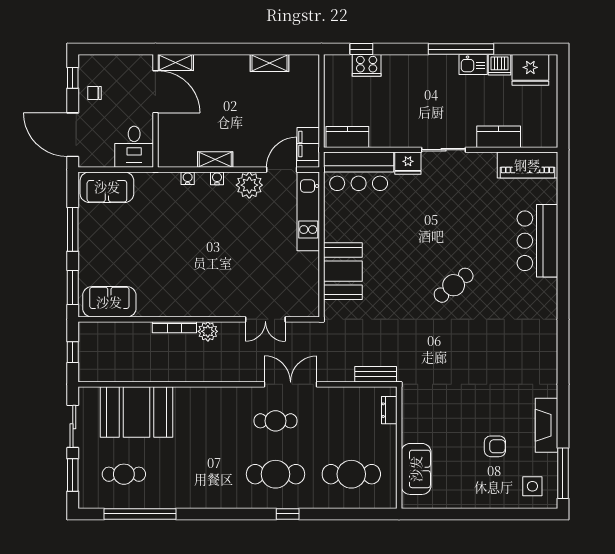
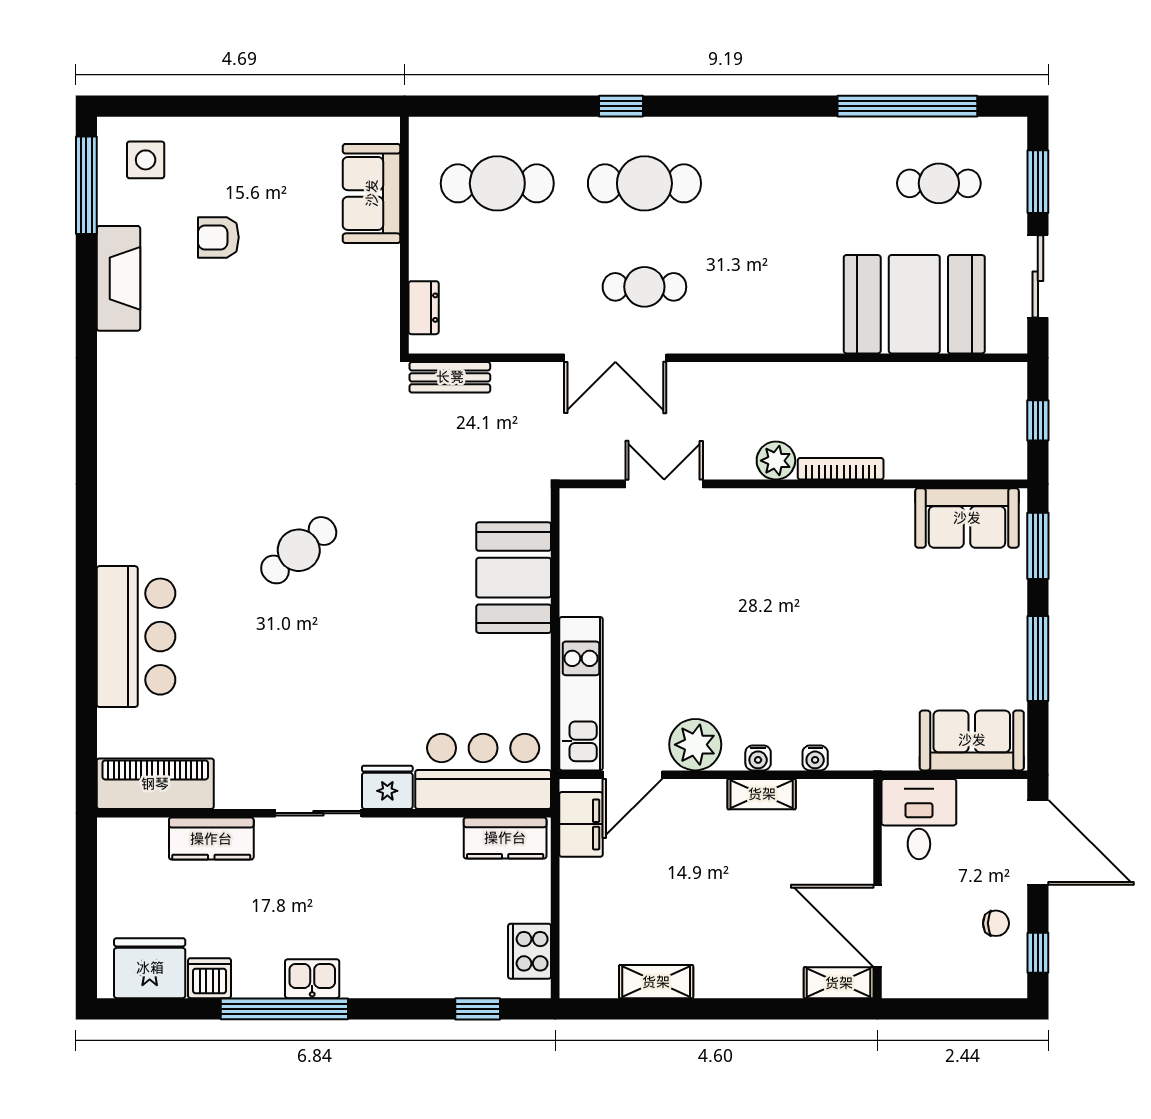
cooker: (367, 65) -> (530, 951), moved, turned -90
kitchen sink: (473, 65) -> (312, 979), moved

